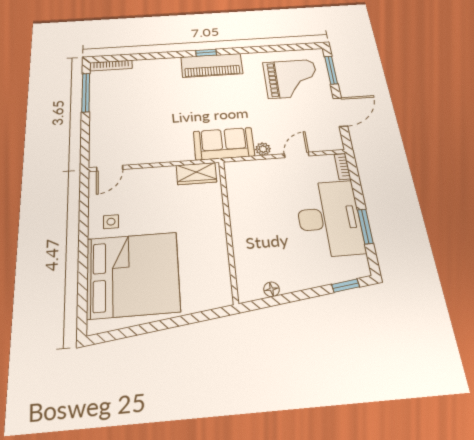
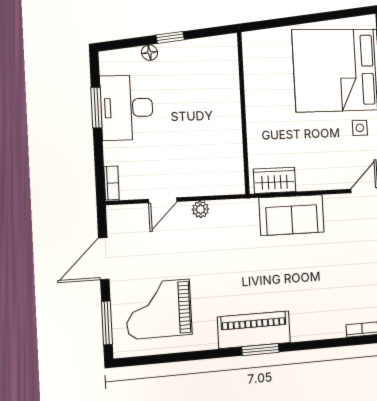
window: (206, 53) -> (260, 350), width x1.50
sofa: (224, 144) -> (292, 215), moved
desk: (329, 218) -> (127, 108), width x0.73, depth x0.77
window: (346, 286) -> (170, 37), moved
floor lamp: (272, 289) -> (150, 53), moved

